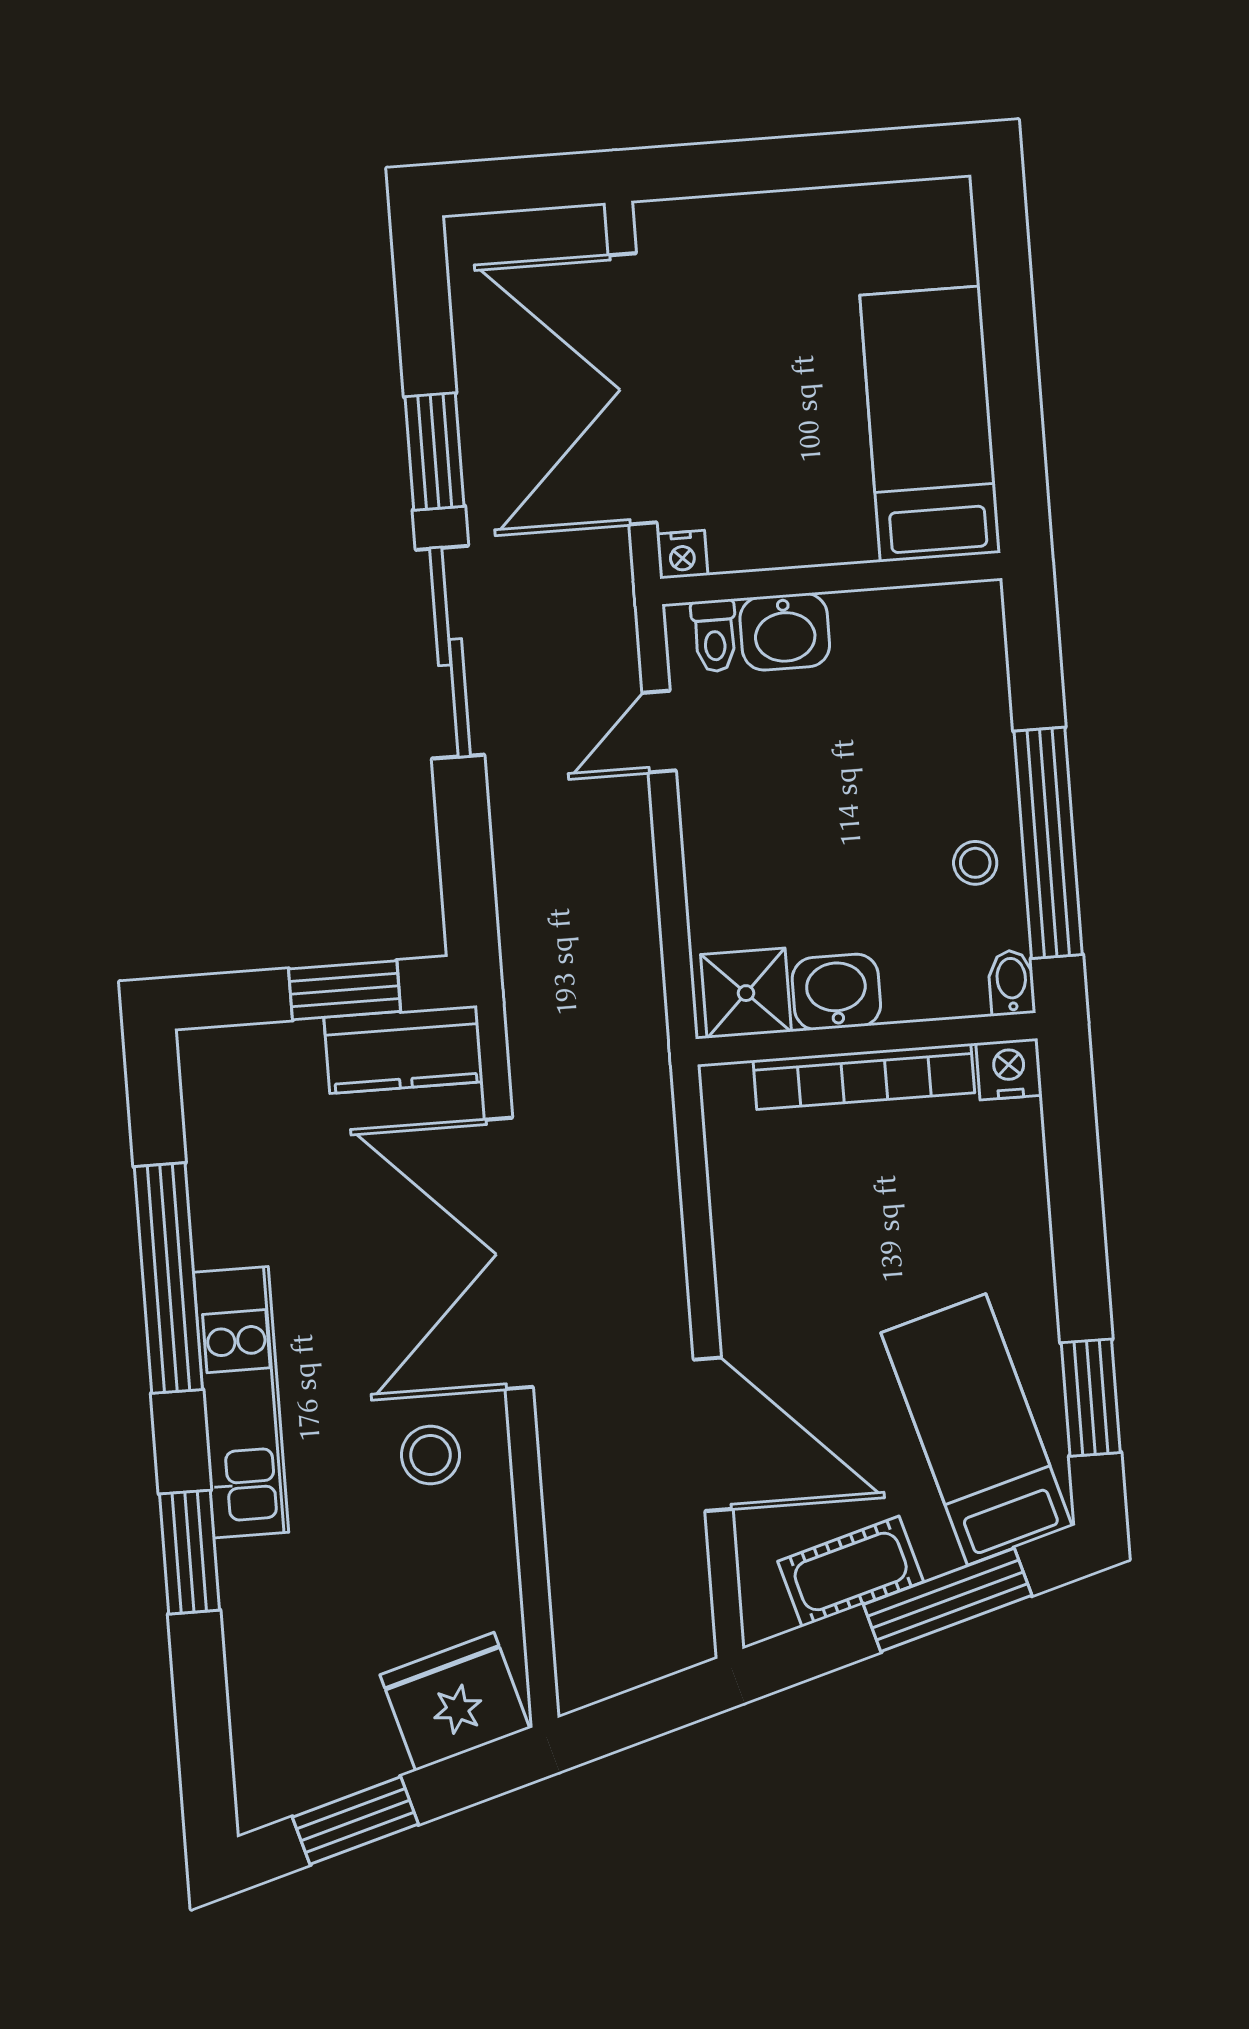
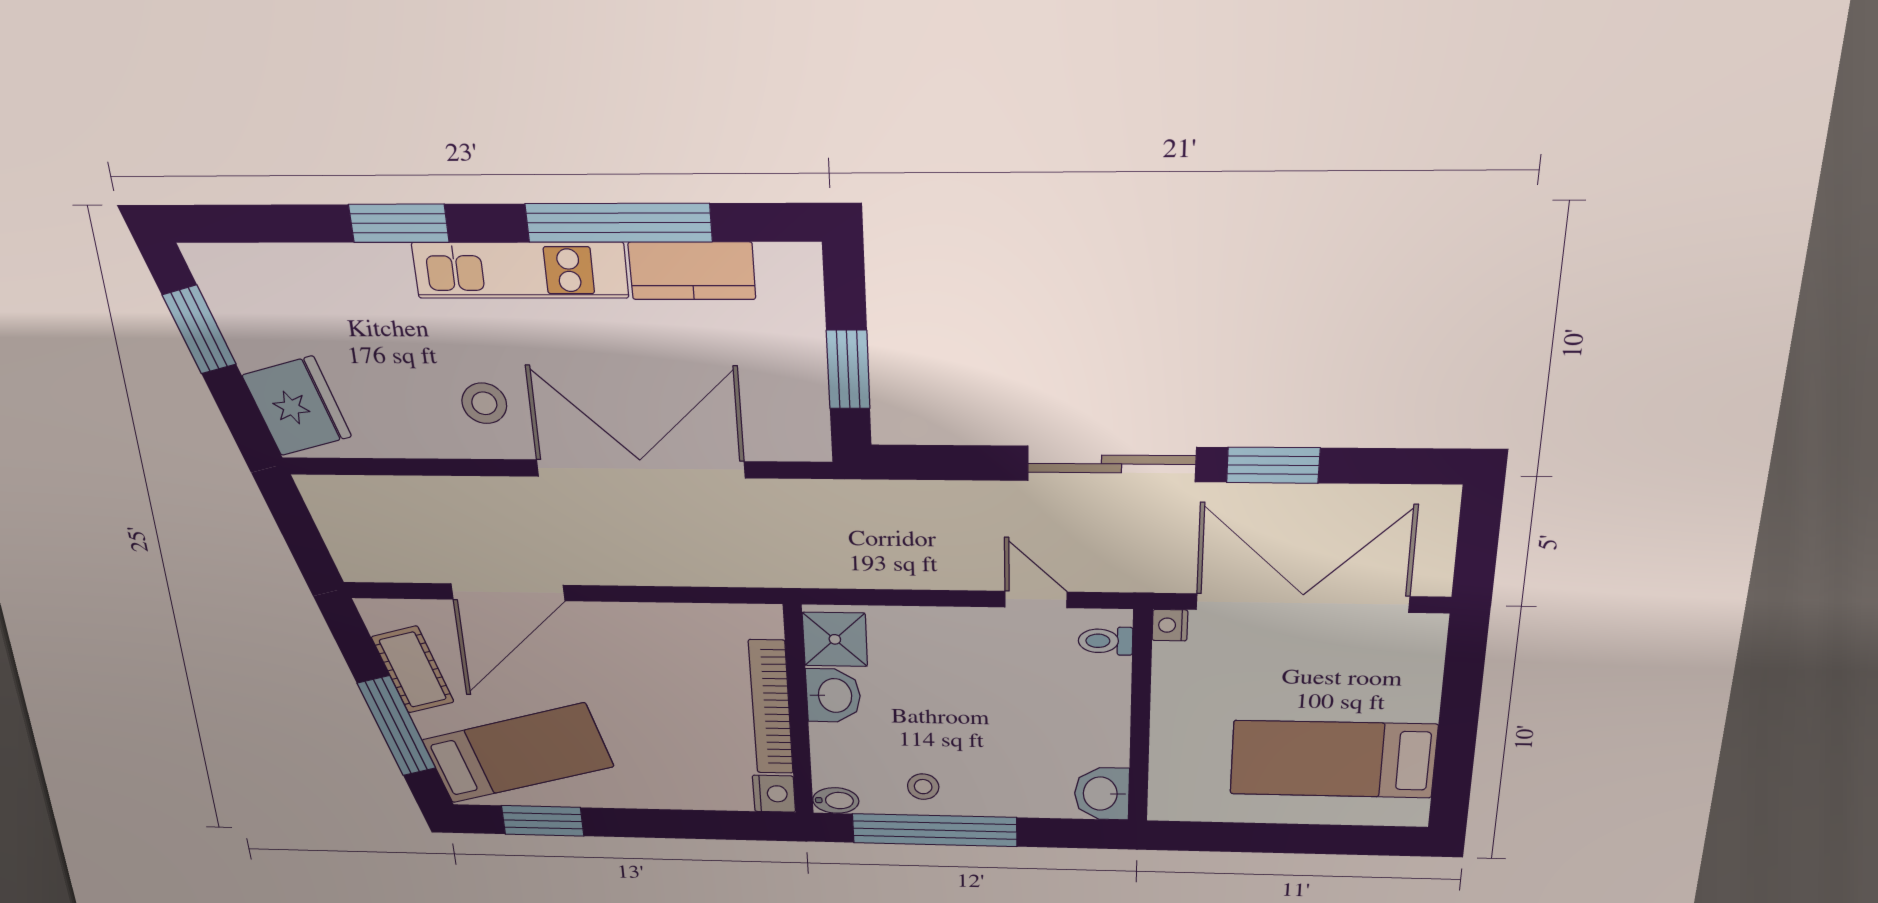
bed: (930, 424) -> (1333, 759), moved, turned 180
washbasin: (785, 632) -> (1102, 794), moved
kitchen counter: (404, 1050) -> (692, 271), moved, turned -90

